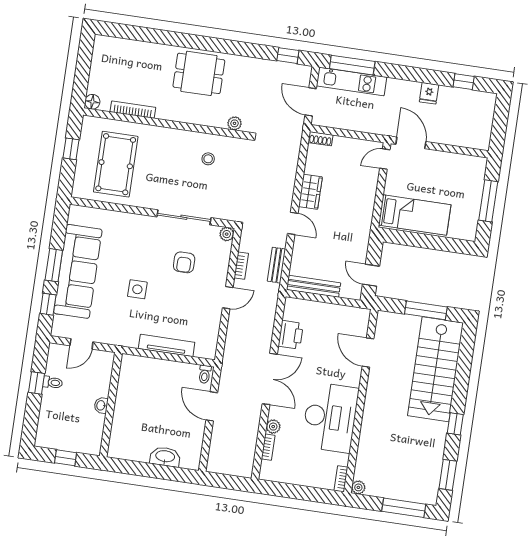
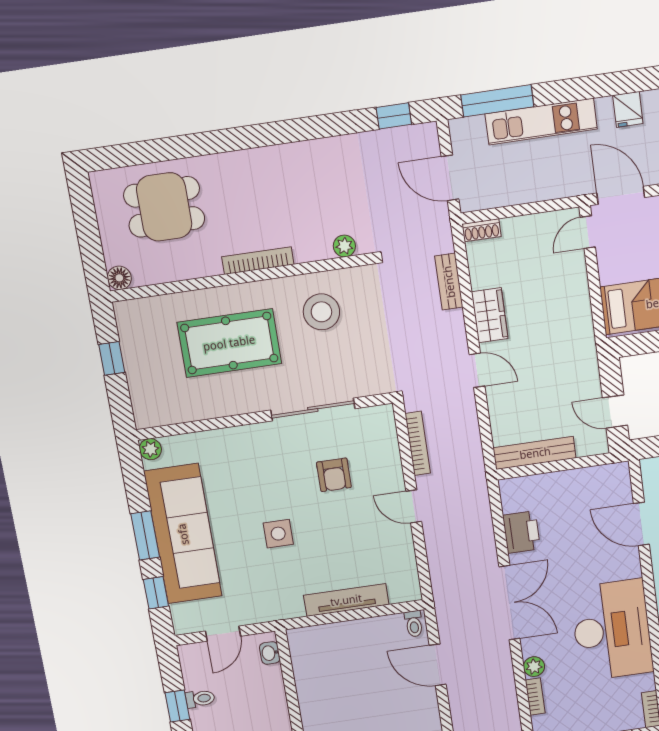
dining table: (199, 73) -> (164, 207), moved
kitchen unit: (352, 81) -> (541, 121), moved
bookcase: (133, 110) -> (258, 261), moved
stool: (208, 159) -> (321, 312), width x1.89, depth x1.89
pool table: (116, 164) -> (229, 343), moved, turned 90
plant: (227, 234) -> (150, 449), moved
bench: (276, 265) -> (449, 282), moved
bookcase: (241, 266) -> (418, 443), width x1.56
door: (228, 298) -> (414, 506), swing flipped
washbasin: (101, 405) -> (270, 653), moved

